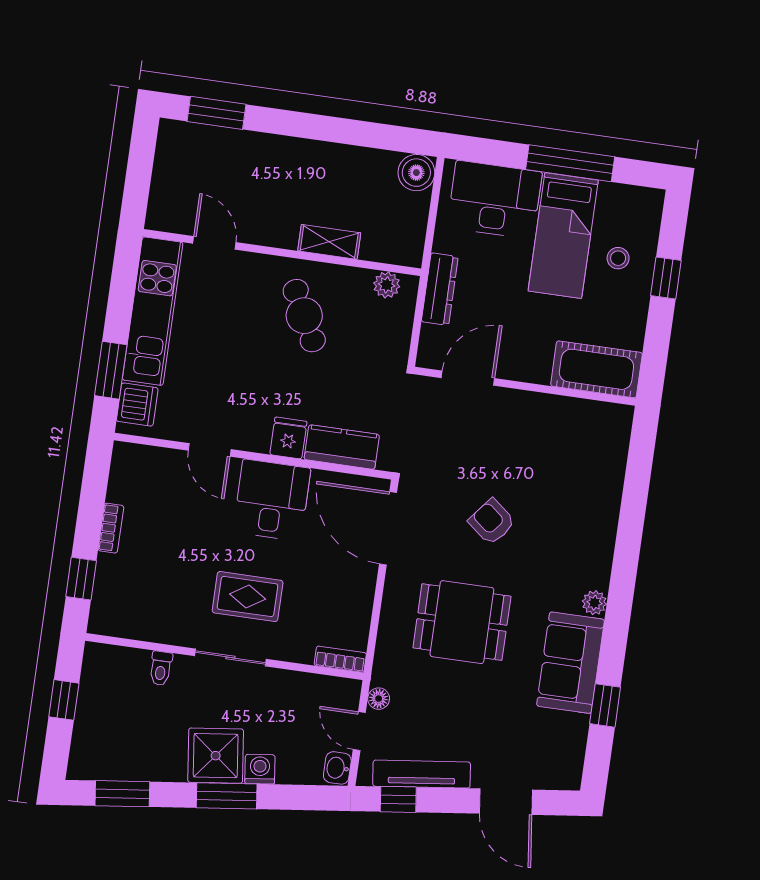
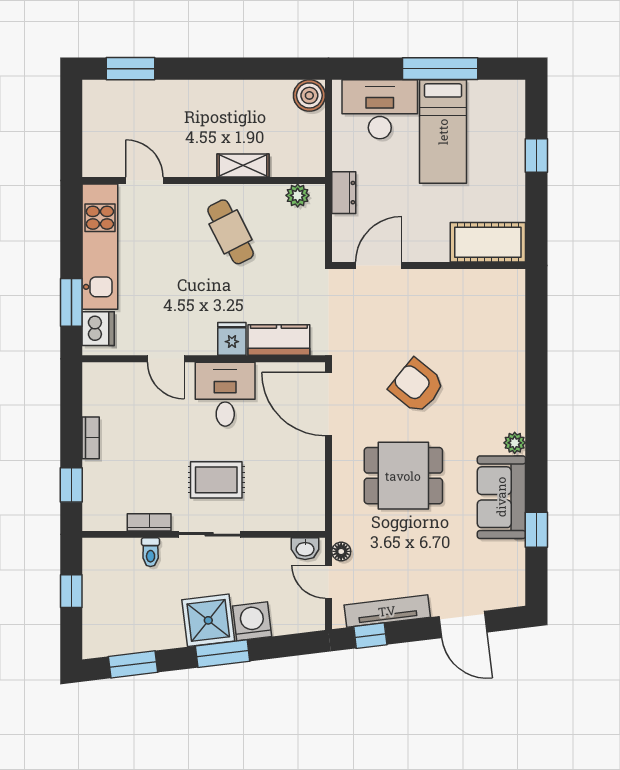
stool: (618, 258) -> (493, 144), removed
dresser: (440, 289) -> (344, 193), width x0.70
armchair: (492, 522) -> (417, 386), width x1.38, depth x1.38
bookcase: (340, 659) -> (149, 522), moved
washbasin: (337, 768) -> (305, 549), moved, turned -90
washing machine: (260, 769) -> (252, 621), width x1.38, depth x1.38

